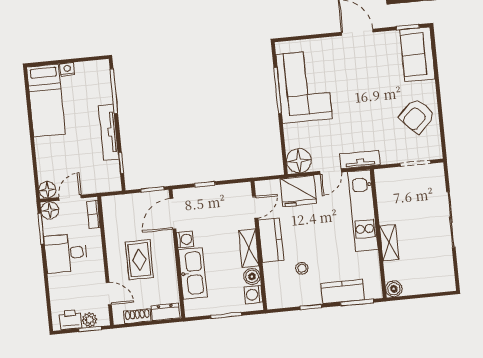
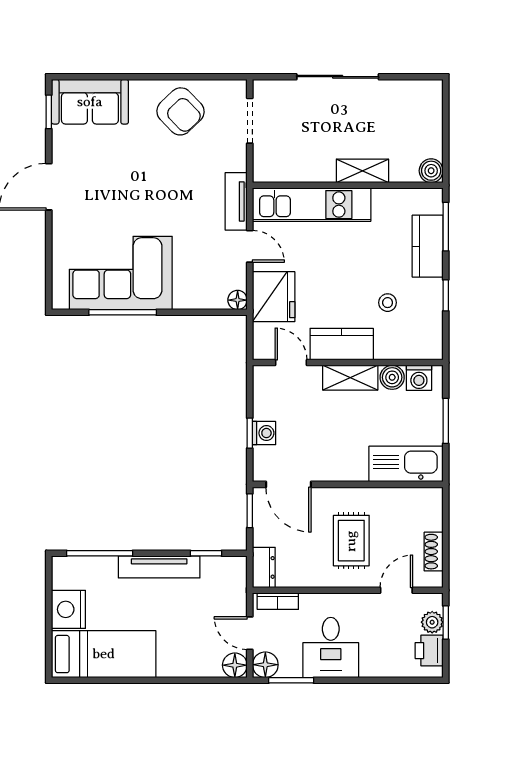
nightstand: (67, 69) -> (68, 609), width x1.89, depth x1.79
floor lamp: (299, 161) -> (238, 300), width x0.53, depth x0.53
washing machine: (185, 239) -> (264, 433), moved, turned 90
rug: (139, 260) -> (351, 541), turned 90
kitchen sink: (193, 273) -> (406, 464), moved
dresser: (165, 312) -> (264, 567), moved, turned 180

